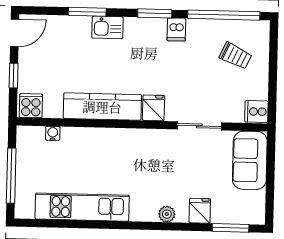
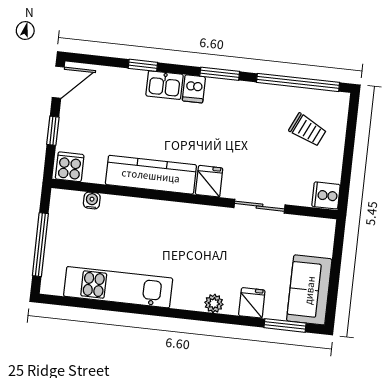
window: (87, 12) -> (143, 65), width x0.67
dishwasher: (176, 30) -> (194, 89), moved
sofa: (250, 160) -> (309, 290), moved

